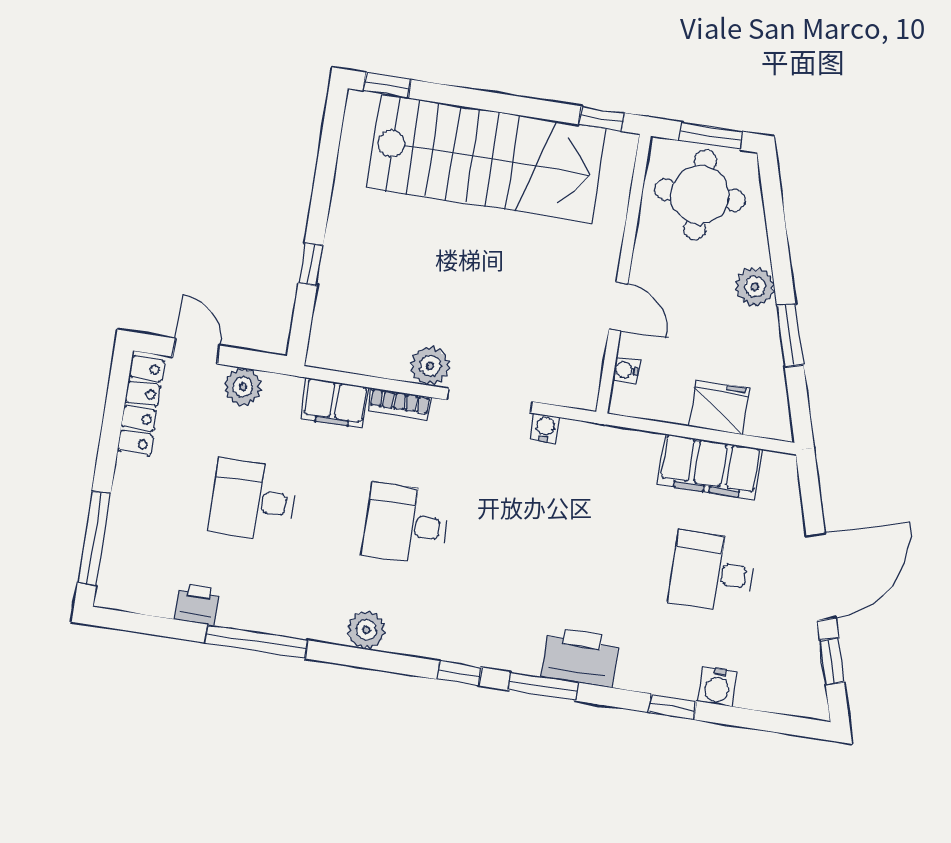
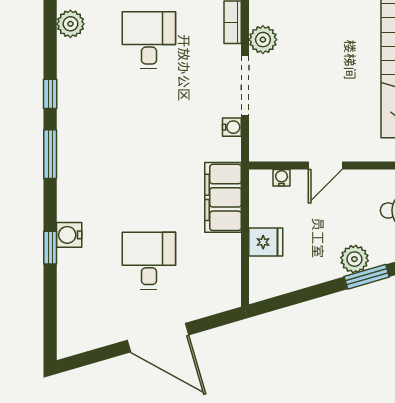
window: (790, 335) -> (367, 277), moved
fridge: (720, 407) -> (266, 242), width x0.72
filing cabinet: (710, 467) -> (223, 197), moved
printer: (580, 657) -> (75, 177), removed
window: (832, 661) -> (100, 355), removed
water cooler: (717, 687) -> (69, 235), moved

